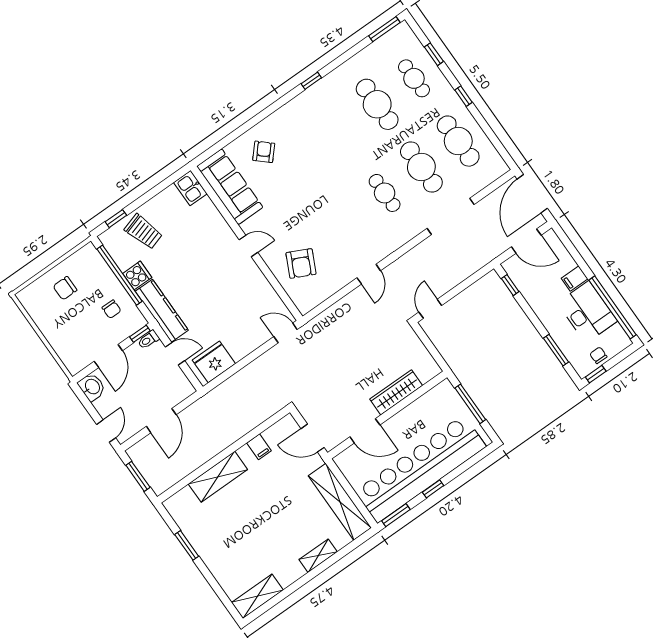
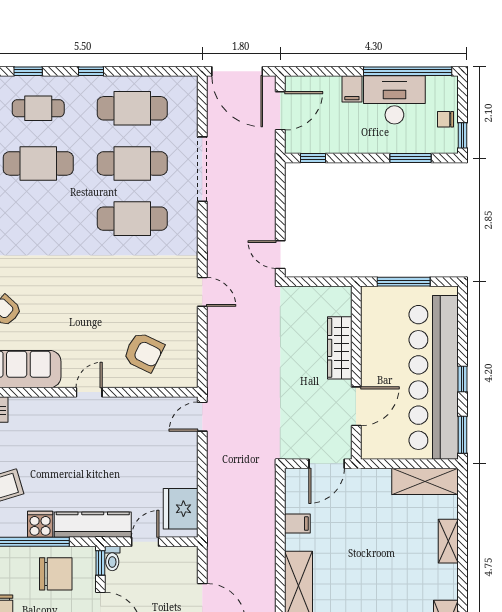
cafe table: (385, 193) -> (132, 219), width x1.37, depth x1.35
chair: (112, 309) -> (56, 574), width x1.87, depth x1.87
shelving: (340, 502) -> (425, 481), width x0.68

